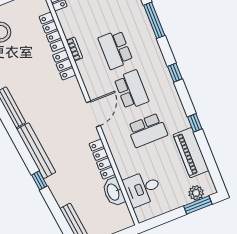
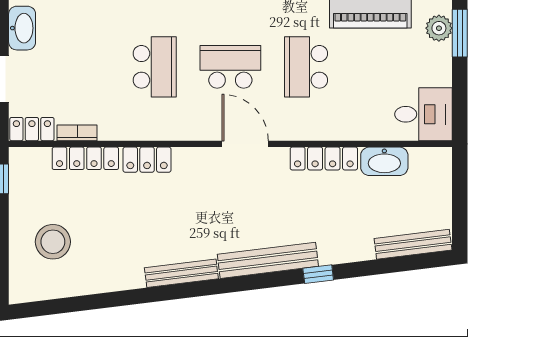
bookcase: (74, 49) -> (77, 133), moved
school desk: (115, 50) -> (155, 67), turned -90
school desk: (147, 130) -> (306, 67), turned 180
desk: (142, 189) -> (423, 114), moved, turned -90

